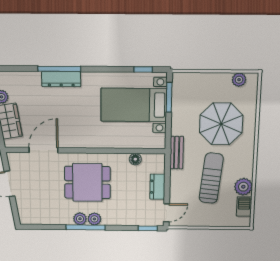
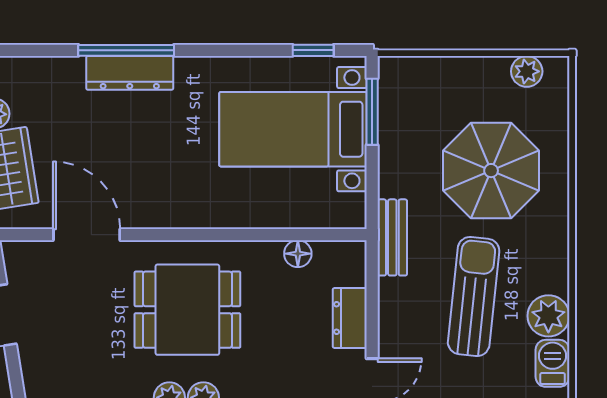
door: (43, 150) -> (87, 235), hinge flipped

